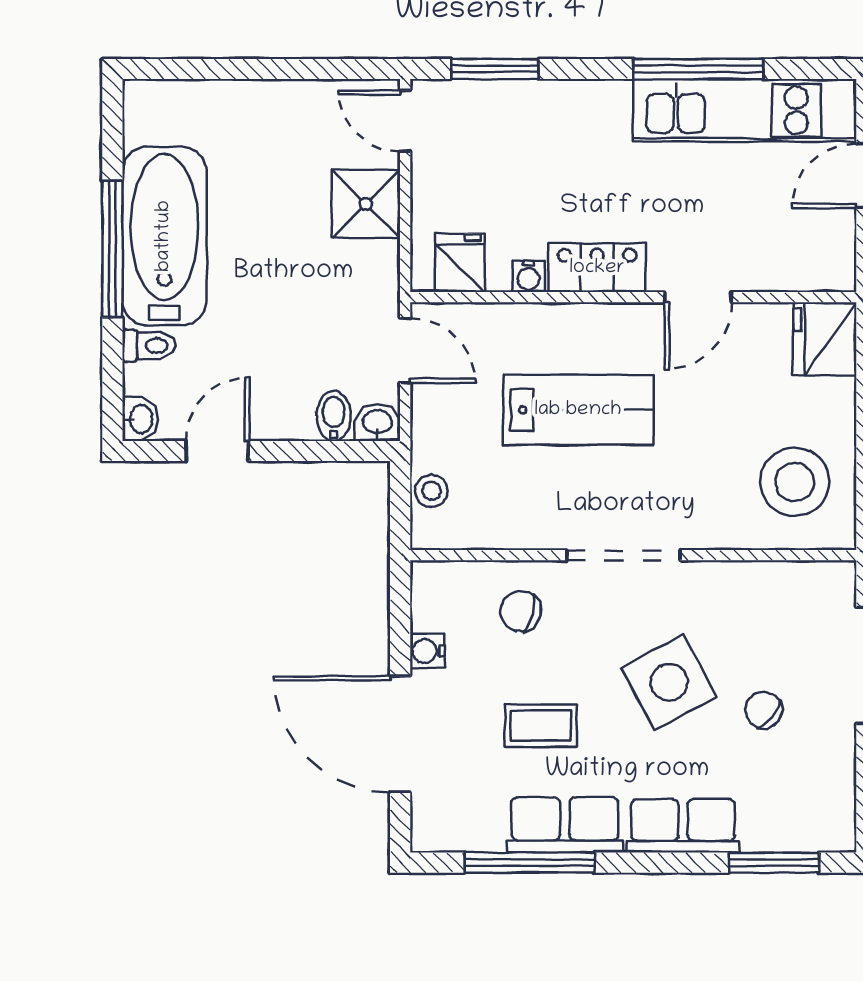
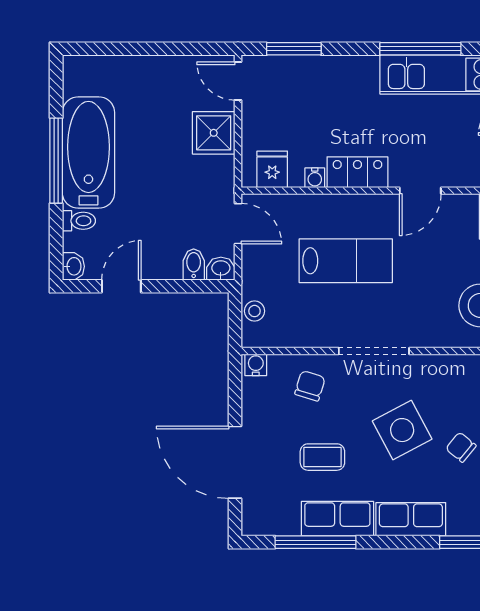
chair: (521, 611) -> (310, 386), turned 93
water cooler: (427, 651) -> (256, 365), moved, turned 90

